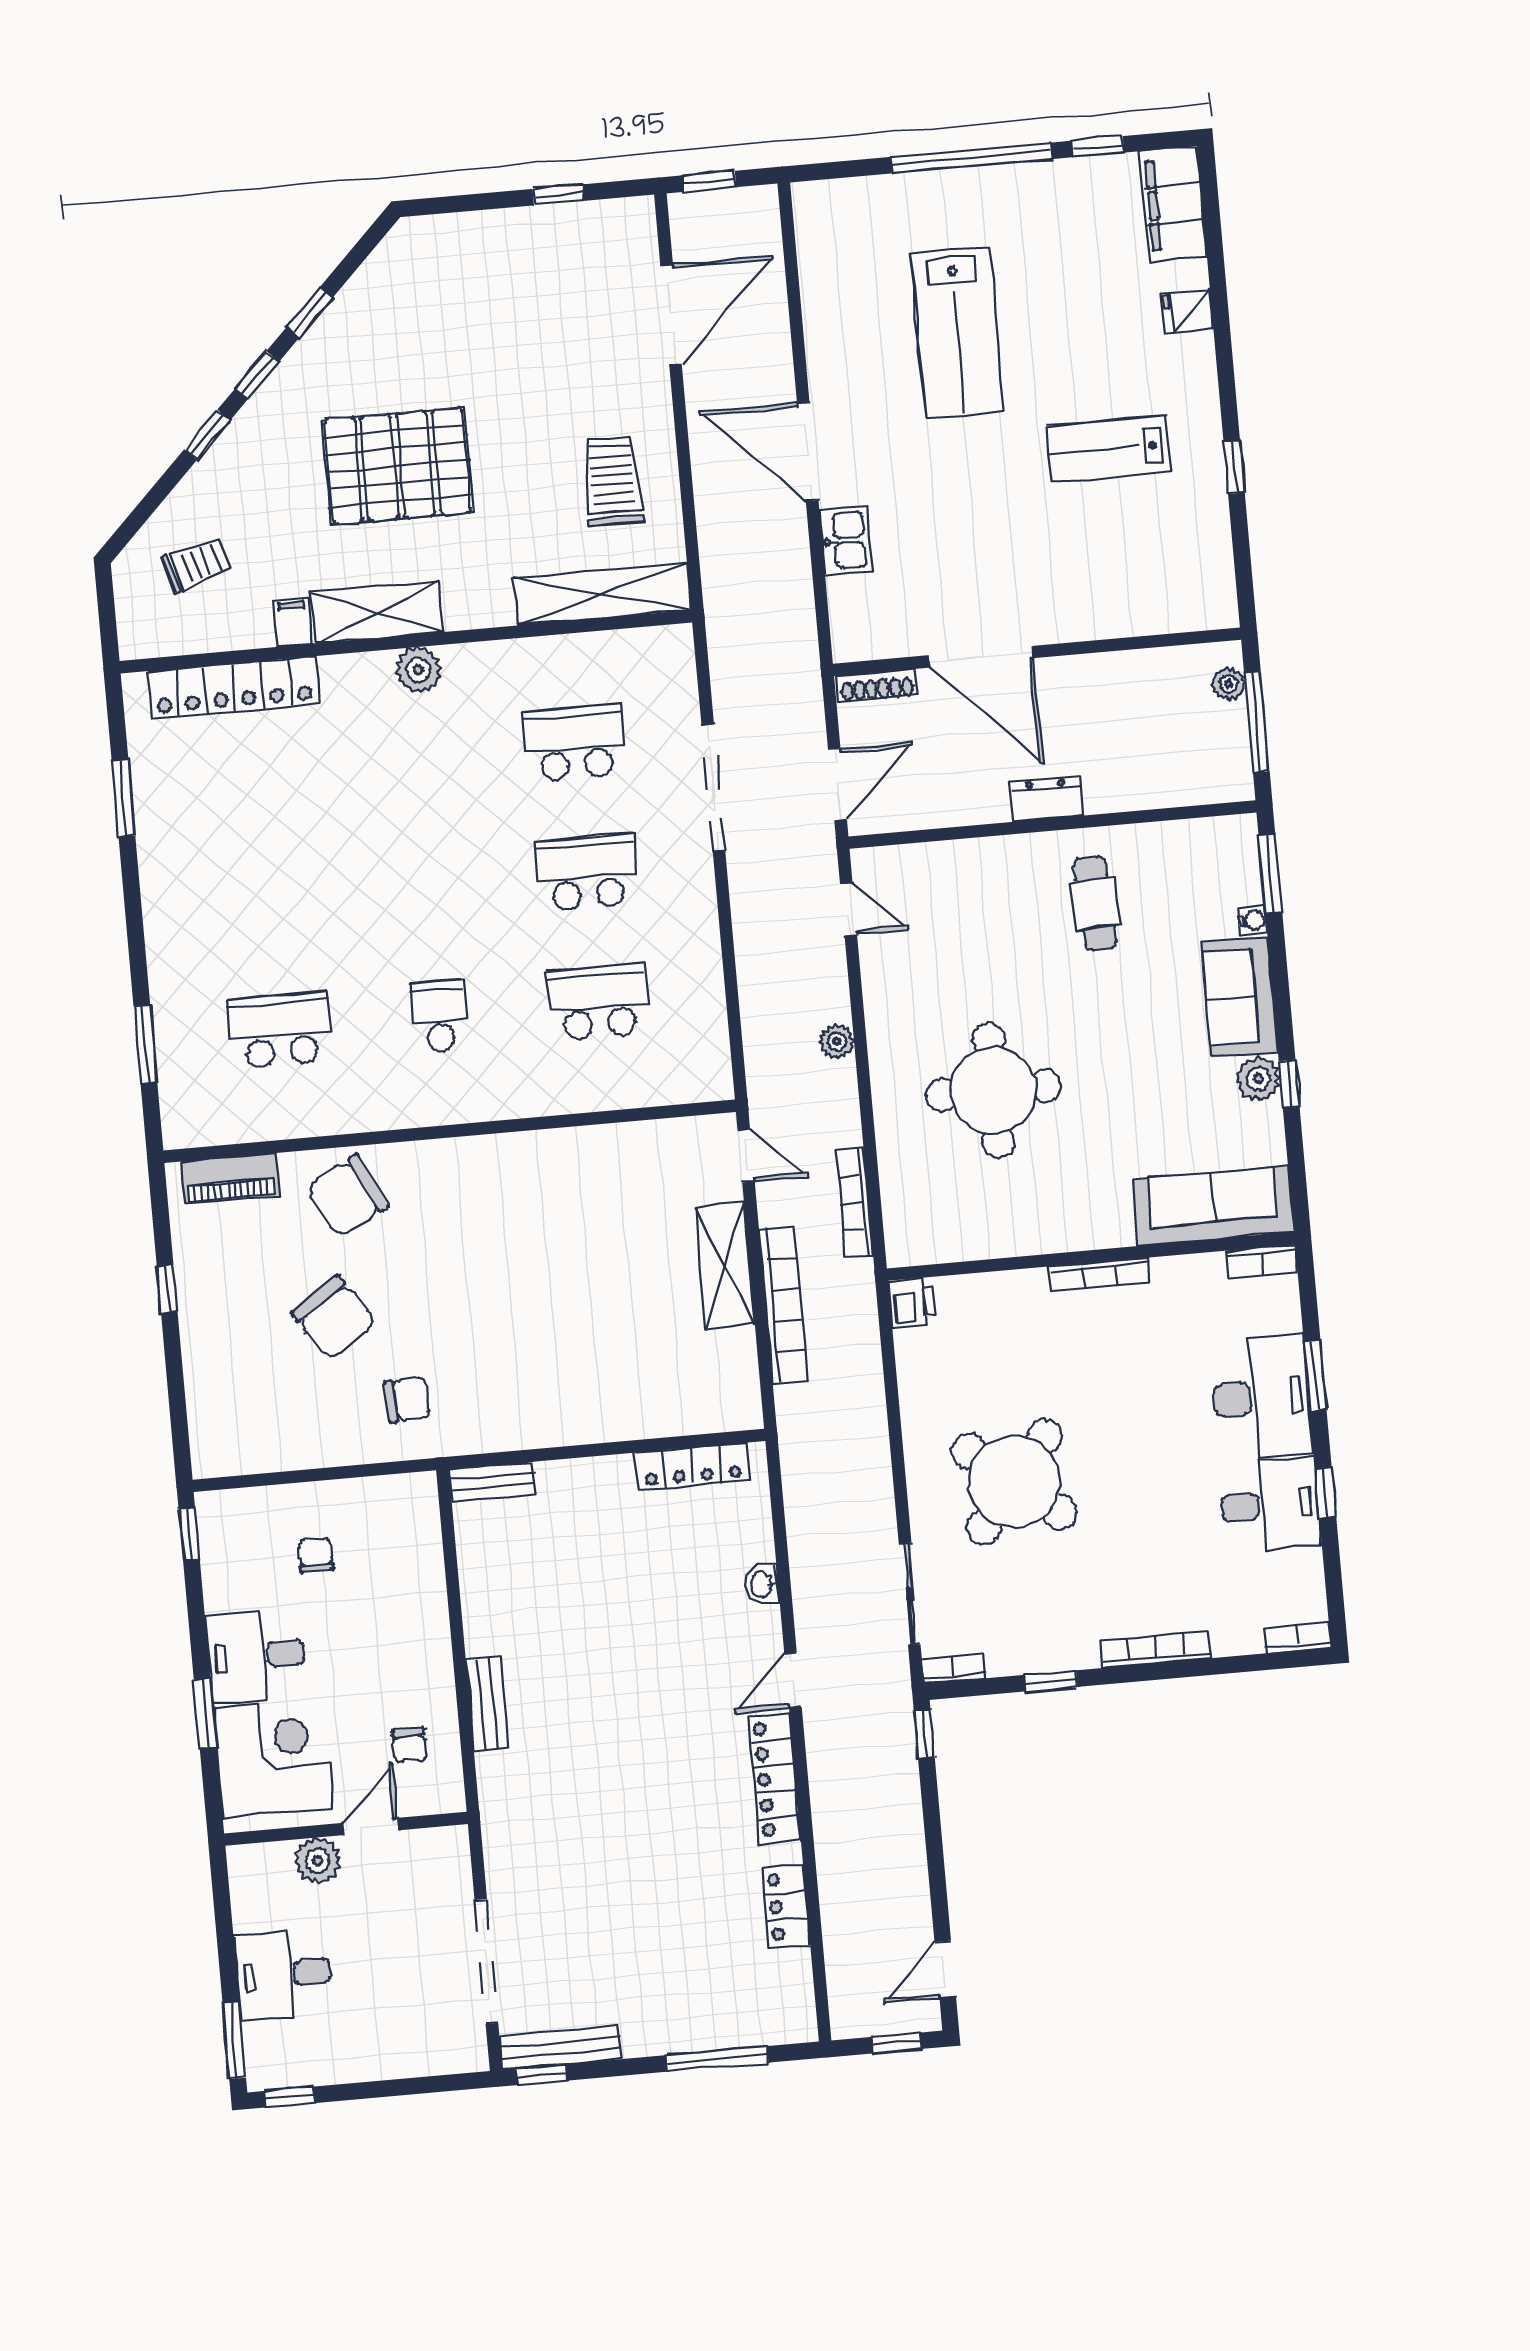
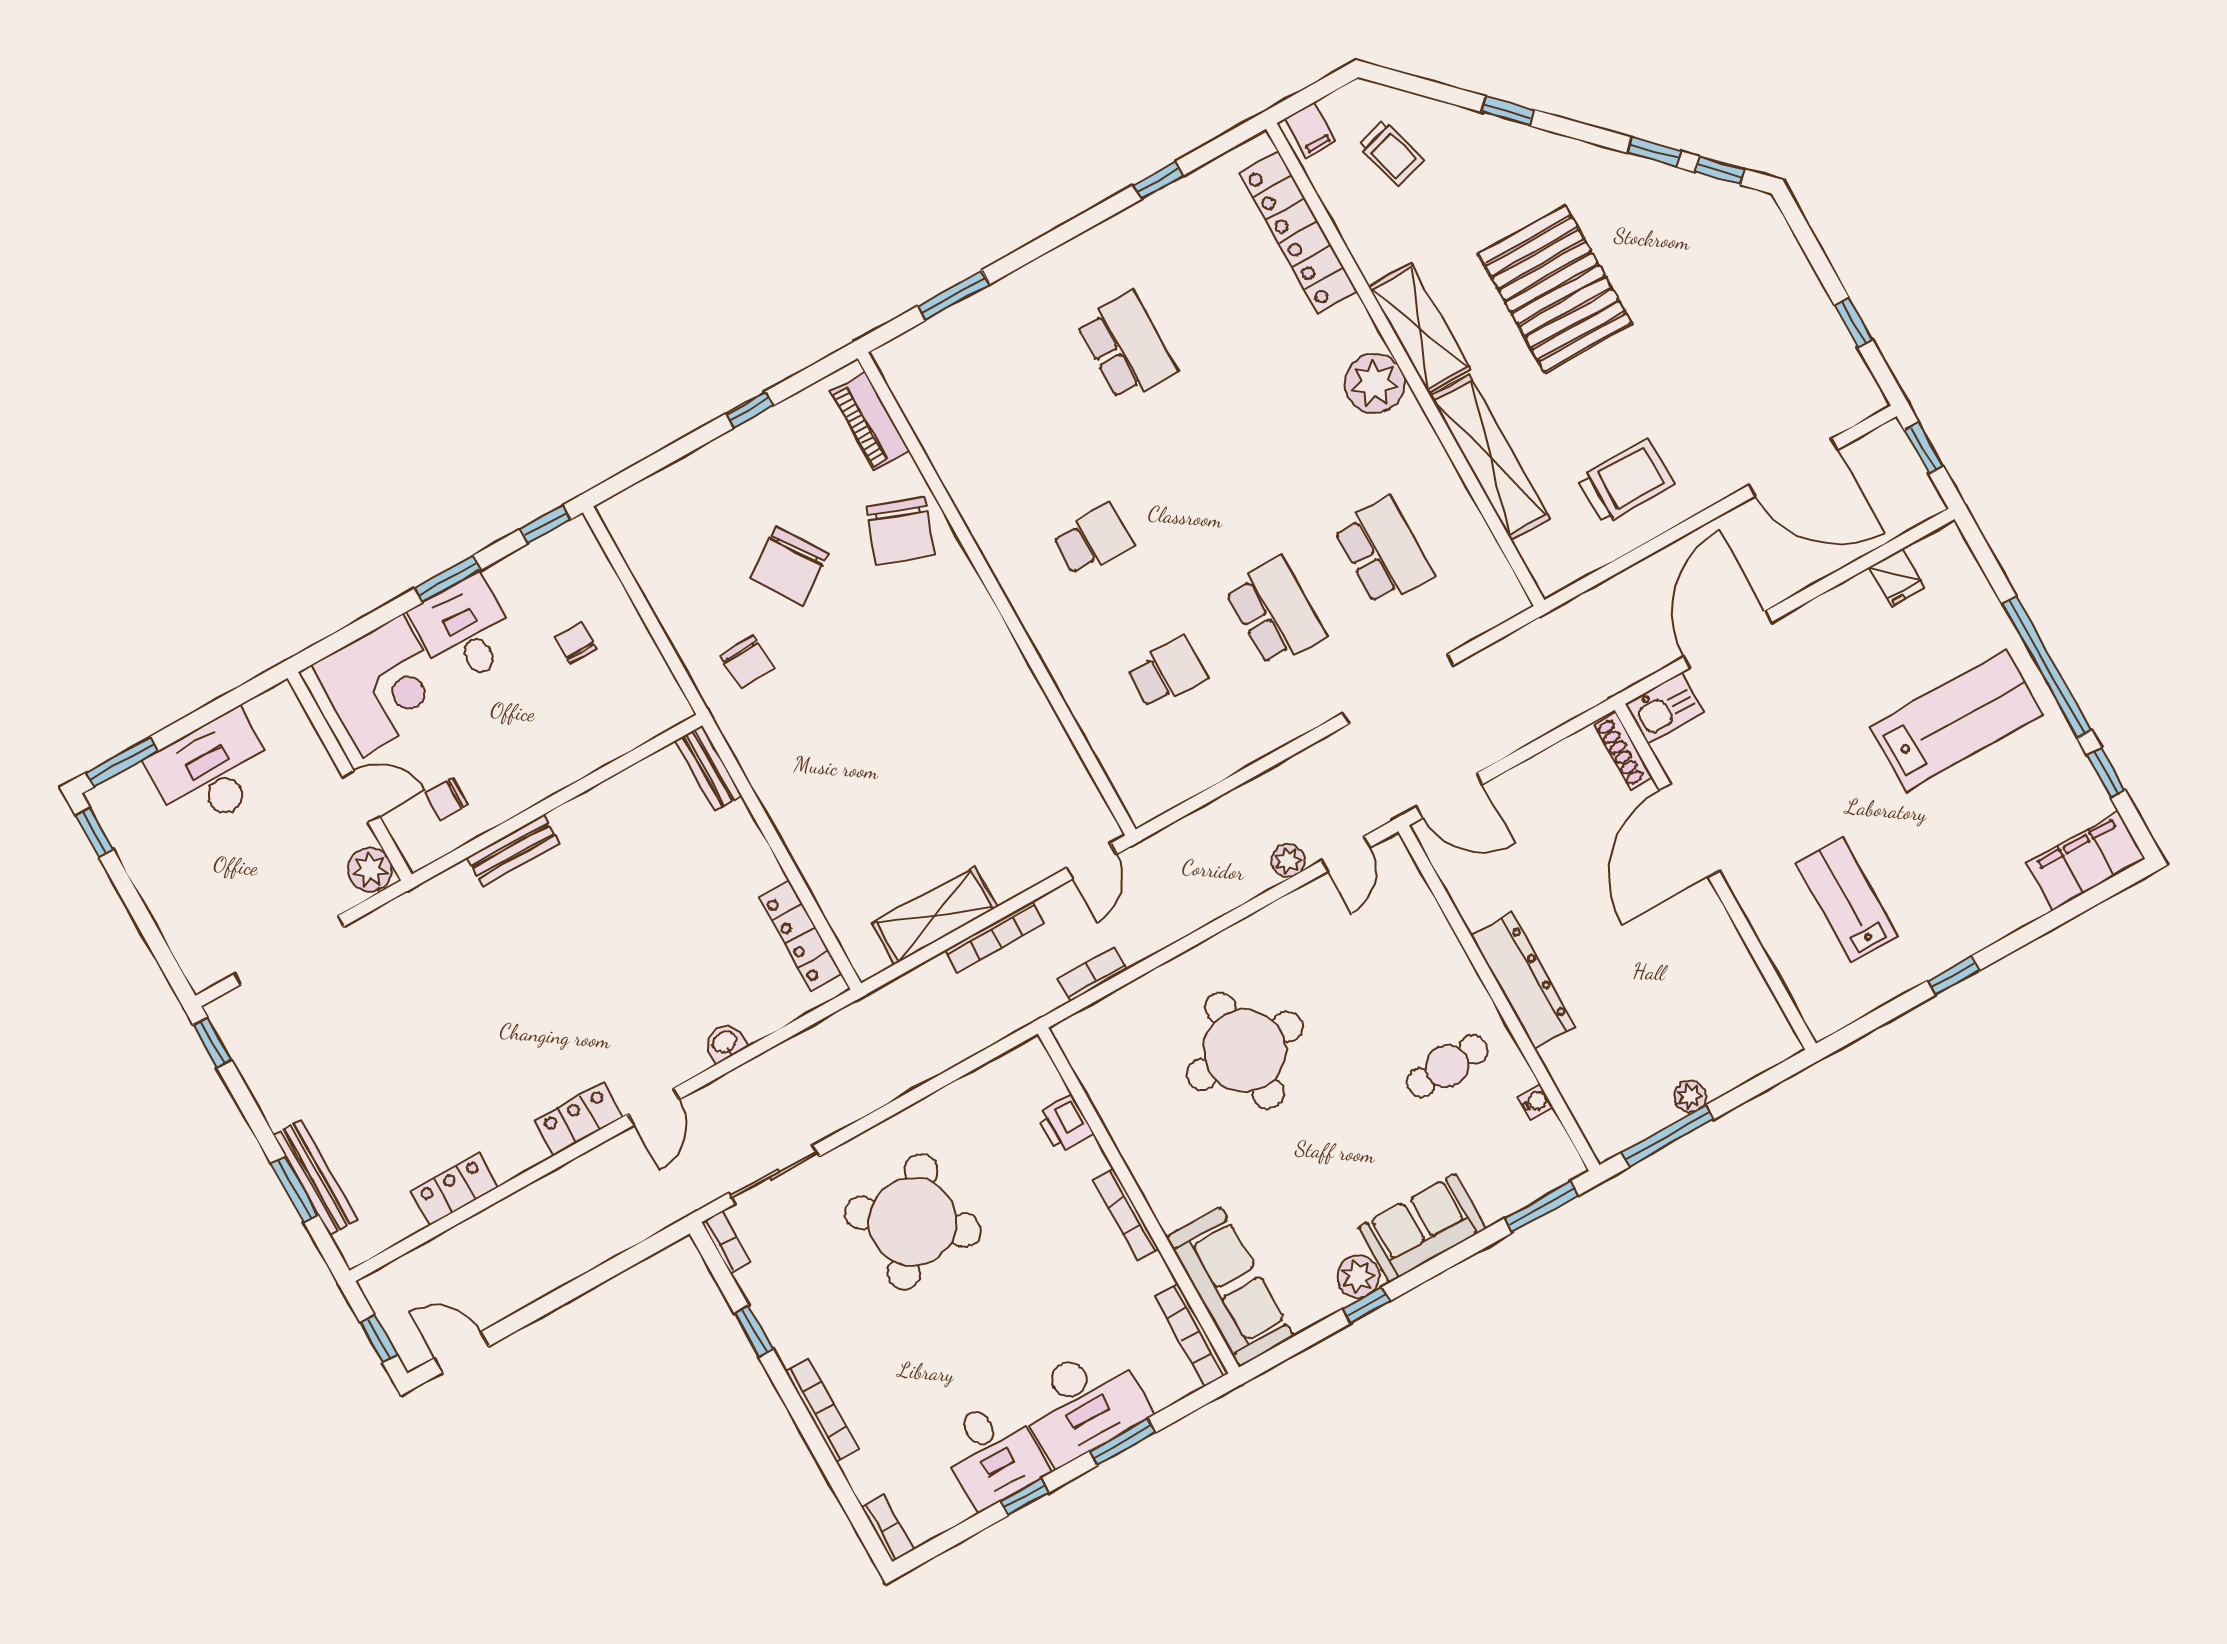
fridge: (1188, 311) -> (1897, 577), moved, turned 180
lab bench: (958, 332) -> (1956, 721), moved, turned 180
window: (257, 375) -> (1720, 171), moved
window: (1234, 467) -> (1953, 976), moved
shelving: (602, 594) -> (1490, 458), moved
filing cabinet: (292, 622) -> (1310, 130), moved, turned 90
wall: (1037, 652) -> (1715, 877), moved
door: (981, 657) -> (1689, 830), moved
plant: (418, 670) -> (1375, 383), width x1.36, depth x1.36
shoe rack: (877, 686) -> (1623, 751), moved
window: (123, 799) -> (1158, 180), width x0.67
dresser: (1047, 799) -> (1523, 981), width x1.96, depth x1.24
water cooler: (1253, 920) -> (1535, 1102), moved, turned -90
school desk: (598, 1002) -> (1167, 672), width x0.54
school desk: (280, 1030) -> (1126, 346), moved
plant: (837, 1041) -> (1288, 861), moved
chair: (348, 1196) -> (900, 531), turned -133
bookcase: (855, 1203) -> (1093, 974), width x0.64
bookcase: (1262, 1261) -> (1192, 1335), width x1.56
shelving: (725, 1266) -> (935, 915), moved
printer: (912, 1303) -> (1065, 1124), moved, turned 90
bookcase: (783, 1305) -> (995, 937), width x0.68, depth x0.76
chair: (316, 1555) -> (576, 643), turned -90
door: (793, 1680) -> (654, 1107), swing flipped
window: (205, 1713) -> (447, 579), moved
window: (924, 1734) -> (658, 1242), removed
locker: (775, 1779) -> (579, 1119), width x0.66
plant: (318, 1861) -> (370, 869), moved
desk: (283, 1974) -> (212, 771), width x1.37
bench: (561, 2048) -> (316, 1177), moved
window: (717, 2059) -> (295, 1189), width x0.69

